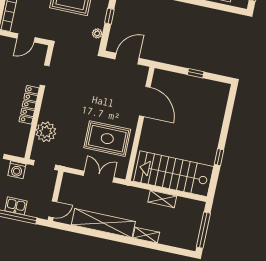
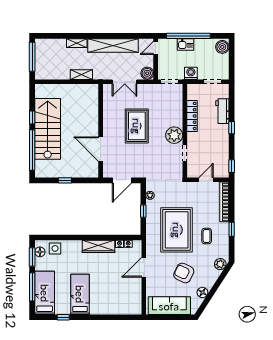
locker: (29, 105) -> (192, 116), moved
window: (227, 118) -> (32, 150), added
plant: (46, 132) -> (174, 135), moved
rug: (107, 139) -> (137, 126), moved, turned 90
stairs: (174, 174) -> (48, 129), moved, turned -90
boiler: (69, 181) -> (147, 73), added
shelving: (162, 199) -> (81, 75), moved

